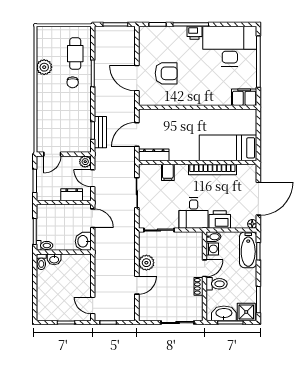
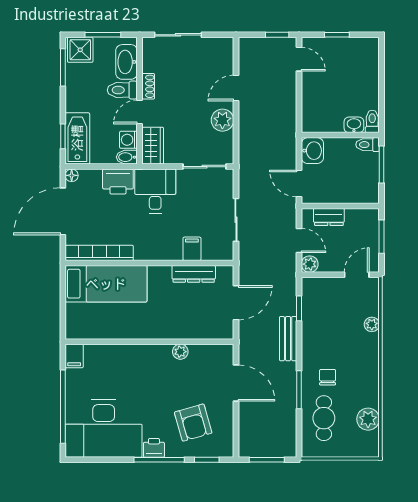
plant: (44, 67) -> (368, 419), moved
armchair: (166, 73) -> (193, 423), moved, turned -106
filing cabinet: (244, 97) -> (74, 356), width x0.50
plant: (176, 100) -> (180, 352), added
plant: (42, 119) -> (372, 324), added
bench: (100, 132) -> (288, 339), moved
dresser: (154, 155) -> (194, 274), moved
bookcase: (212, 169) -> (99, 253), moved
wardrobe: (195, 245) -> (153, 146), added
washbasin: (224, 313) -> (127, 62), moved, turned 90

